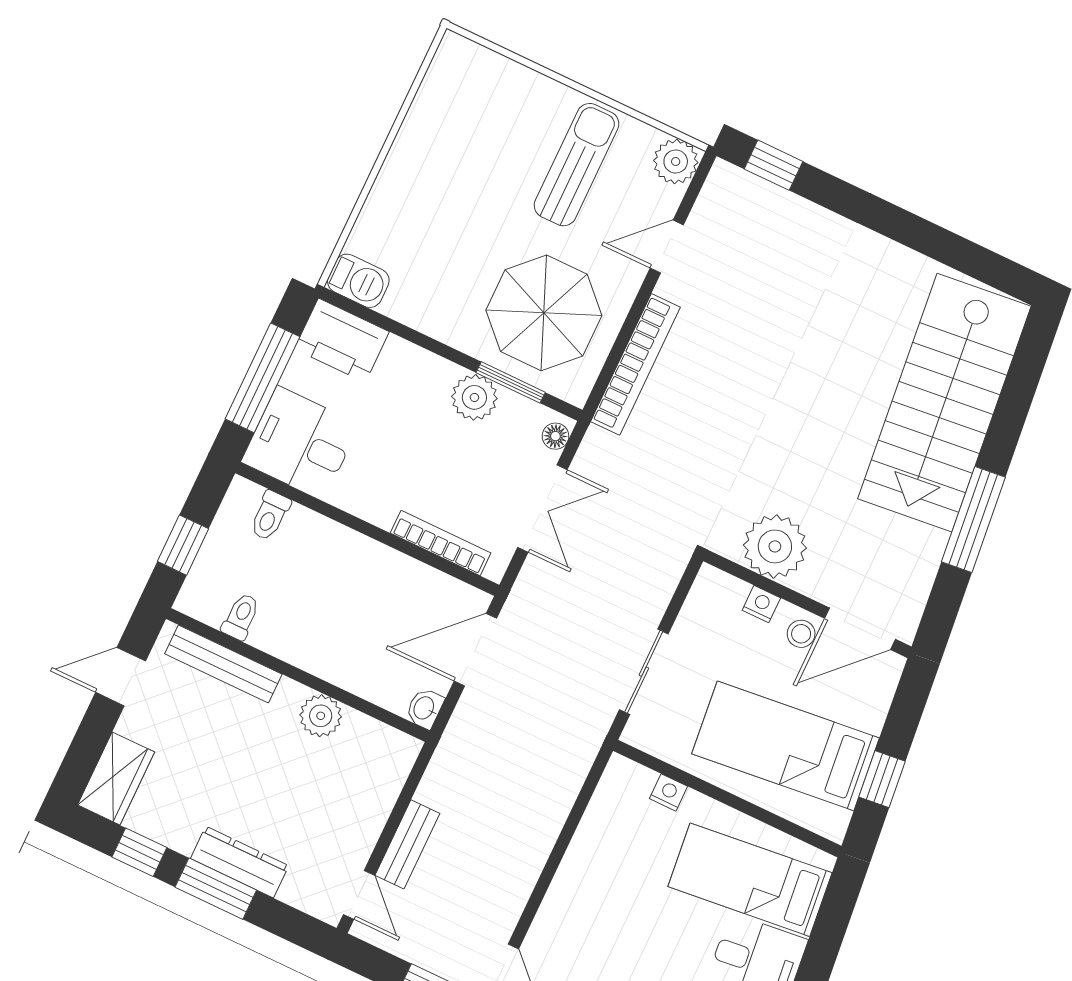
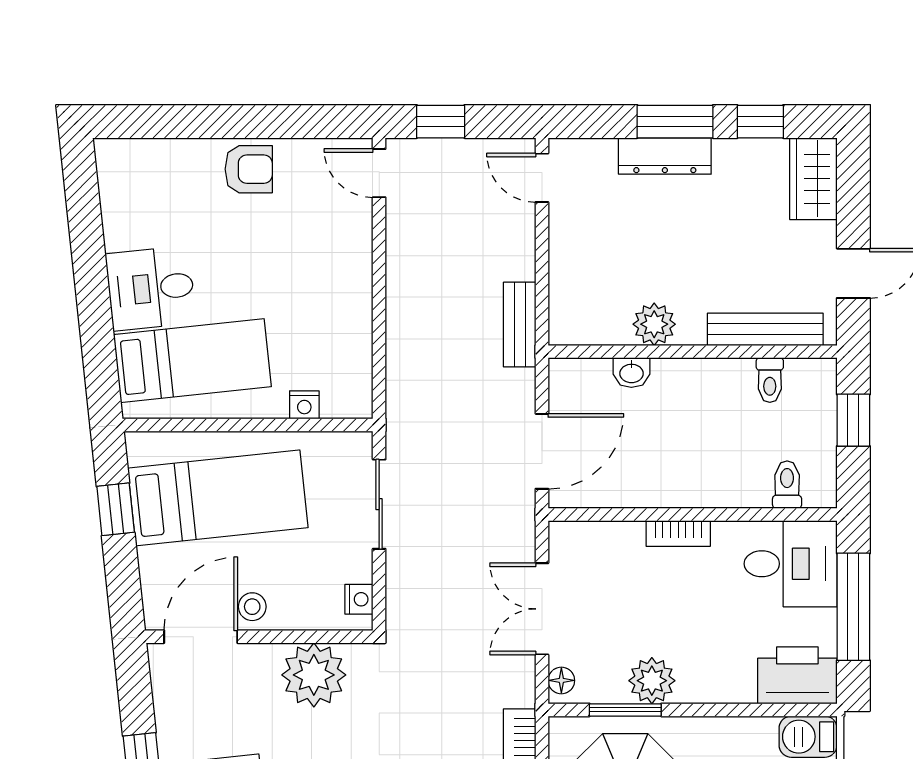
bookcase: (441, 543) -> (678, 533), moved, width x0.64
nightstand: (761, 604) -> (359, 599), moved, turned -90
washbasin: (425, 708) -> (631, 373), moved, turned 90
bench: (407, 844) -> (520, 325), moved

